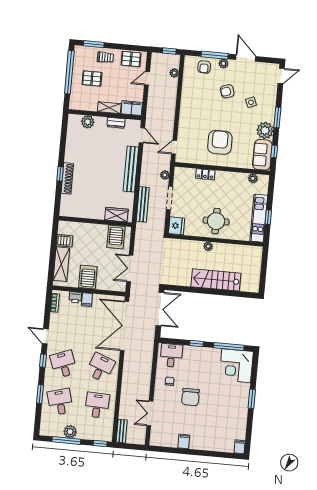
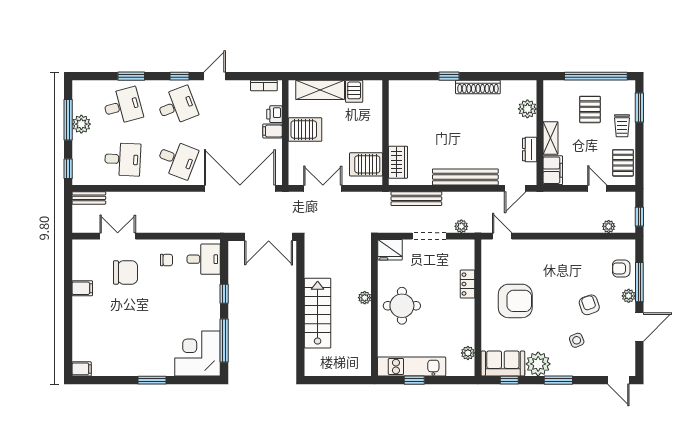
shoe rack: (67, 178) -> (478, 87), moved
chair: (190, 397) -> (125, 272), moved, turned 180

